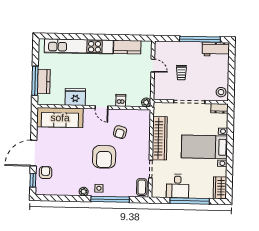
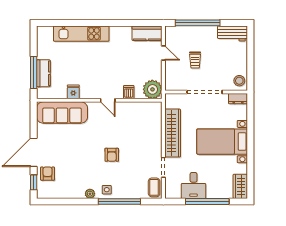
window: (200, 39) -> (198, 23), moved
kitchen unit: (79, 46) -> (81, 34), width x0.73
kitchen counter: (127, 47) -> (147, 33), moved
fridge: (75, 97) -> (73, 92), width x0.53, depth x0.75
plant: (146, 102) -> (152, 89), width x1.87, depth x1.87
armchair: (120, 132) -> (129, 127), removed
armchair: (104, 157) -> (112, 155), width x0.53, depth x0.53

